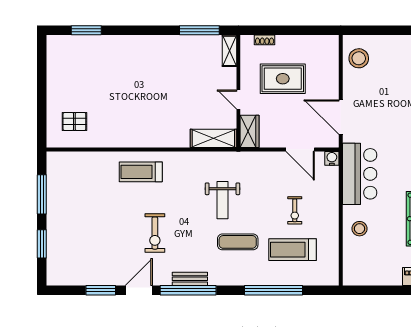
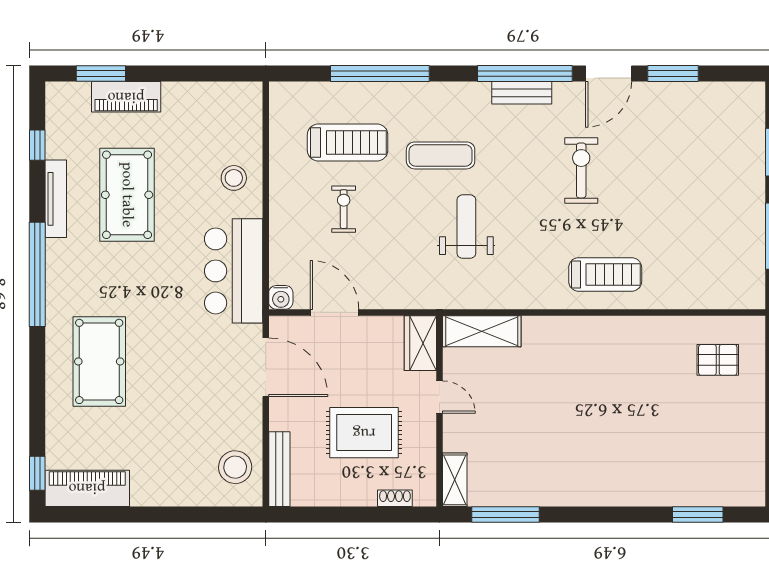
bench: (333, 57) -> (279, 469), added

